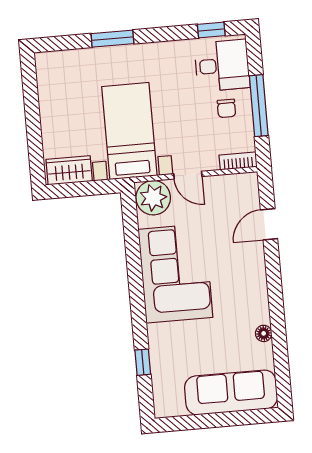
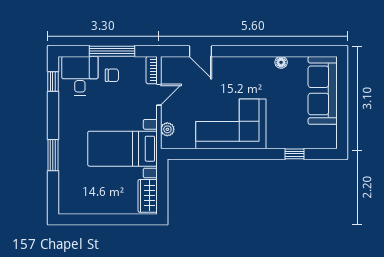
door: (188, 175) -> (159, 95), moved
plant: (153, 198) -> (167, 129), width x0.53, depth x0.53

